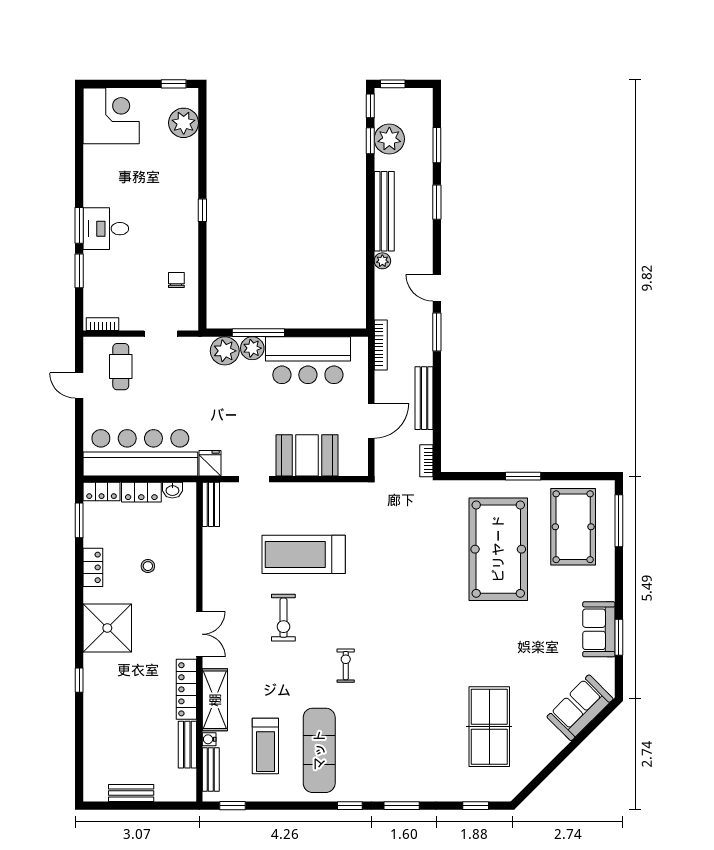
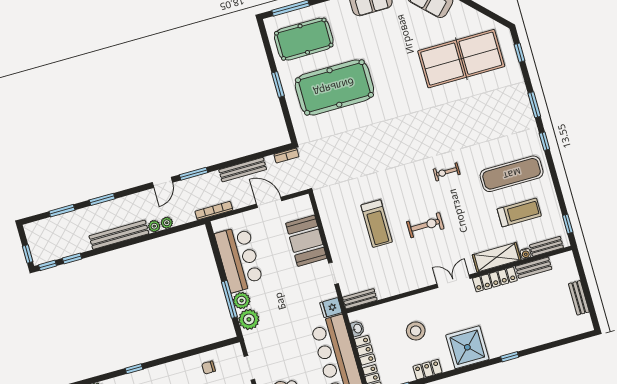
plant: (389, 139) -> (167, 223), moved, width x0.53, depth x0.53
window: (202, 210) -> (134, 369), moved
treadmill: (304, 554) -> (377, 224), width x0.73, depth x0.73
stool: (148, 566) -> (416, 331), width x1.89, depth x1.89
table tennis table: (489, 727) -> (461, 59), width x1.36, depth x1.32

